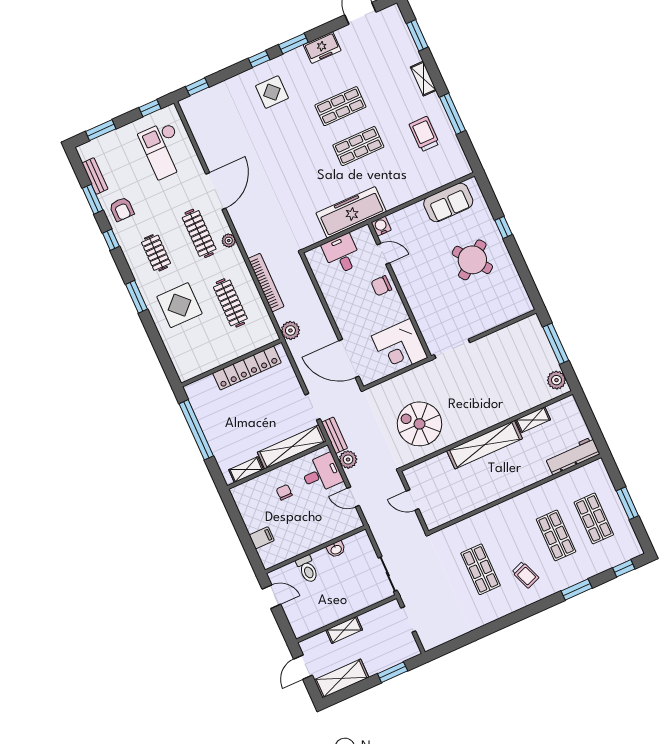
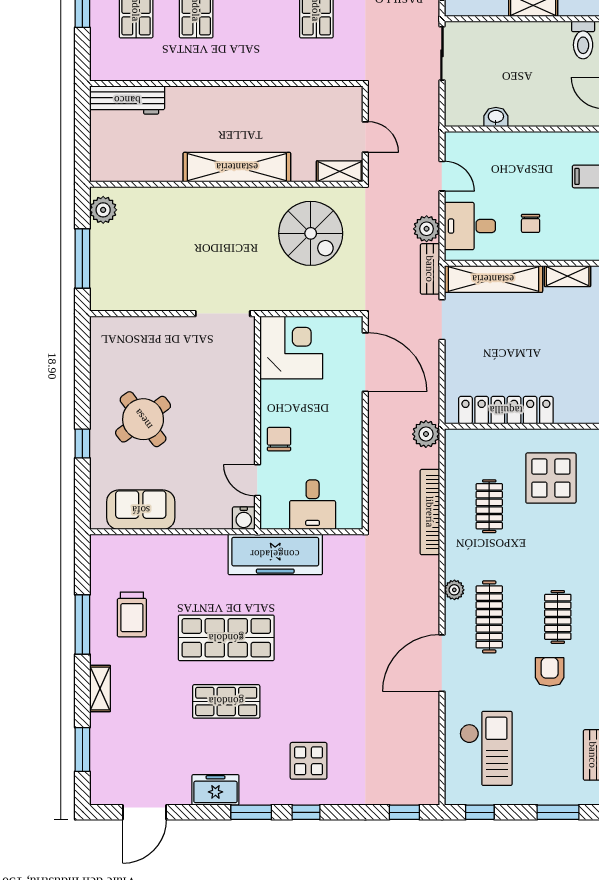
shop shelf: (358, 146) -> (226, 638), width x1.43, depth x1.36
armchair: (122, 209) -> (550, 672), moved
chair: (381, 286) -> (279, 439), turned -90
clothes rail: (230, 303) -> (489, 506), width x0.73
display table: (179, 305) -> (551, 478), moved
shelving: (533, 420) -> (340, 171), moved
toilet: (307, 569) -> (583, 40), moved, turned 180

